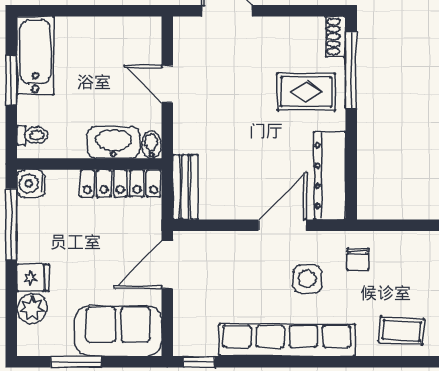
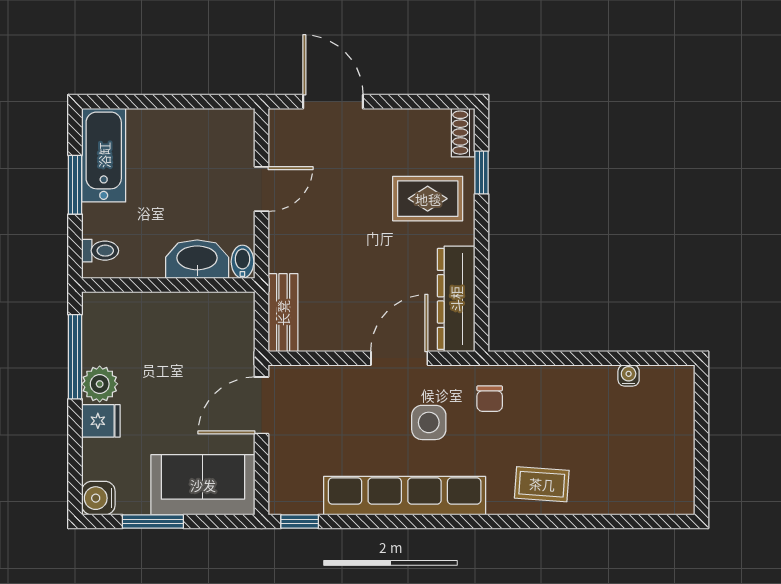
window: (351, 70) -> (481, 172), width x0.46
door: (167, 84) -> (262, 189), swing flipped
locker: (120, 183) -> (205, 308), removed
water cooler: (31, 184) -> (98, 498), moved
plant: (32, 308) -> (100, 384), moved

